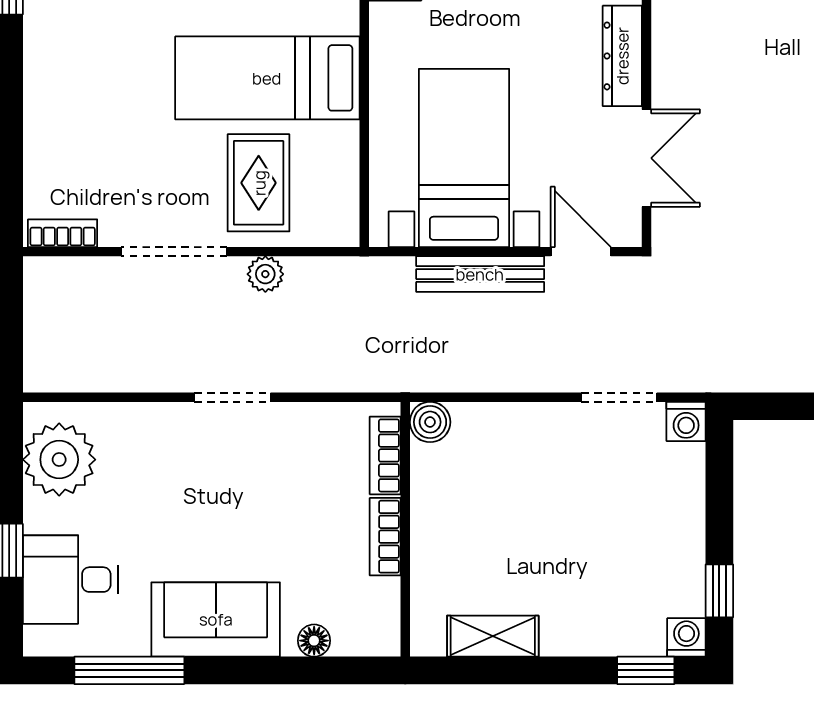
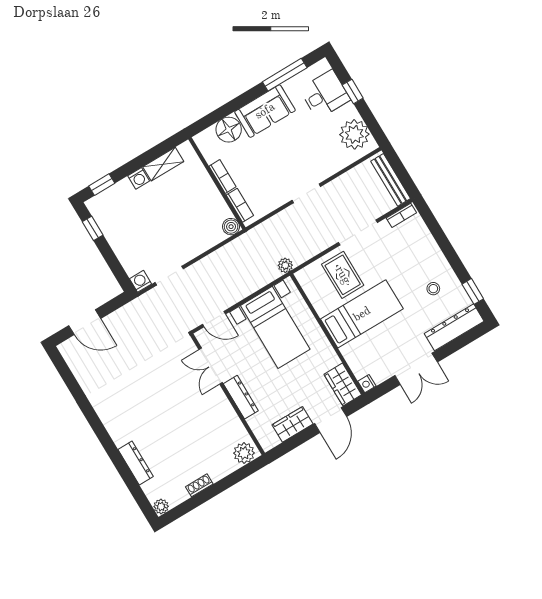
stool: (88, 41) -> (433, 289), added
plant: (265, 274) -> (285, 265), moved
bench: (480, 274) -> (391, 180), moved, turned 90
washing machine: (686, 637) -> (139, 178), moved
floor lamp: (314, 641) -> (229, 130), width x1.89, depth x1.89

